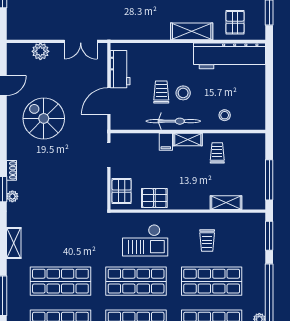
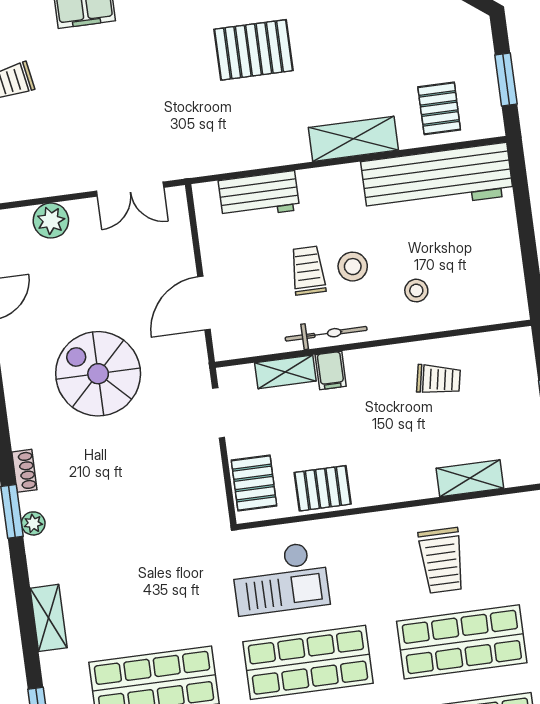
workbench: (120, 69) -> (259, 195), moved, turned 90
stool: (225, 115) -> (416, 291), moved
spiral stairs: (44, 118) -> (98, 374), moved
bicycle: (173, 121) -> (326, 334), width x0.73, depth x0.71
shelving: (188, 139) -> (285, 372), moved
trolley: (217, 153) -> (439, 379), turned 101
checkout: (145, 240) -> (280, 578), moved
trolley: (207, 240) -> (442, 560), width x1.36, depth x1.39

